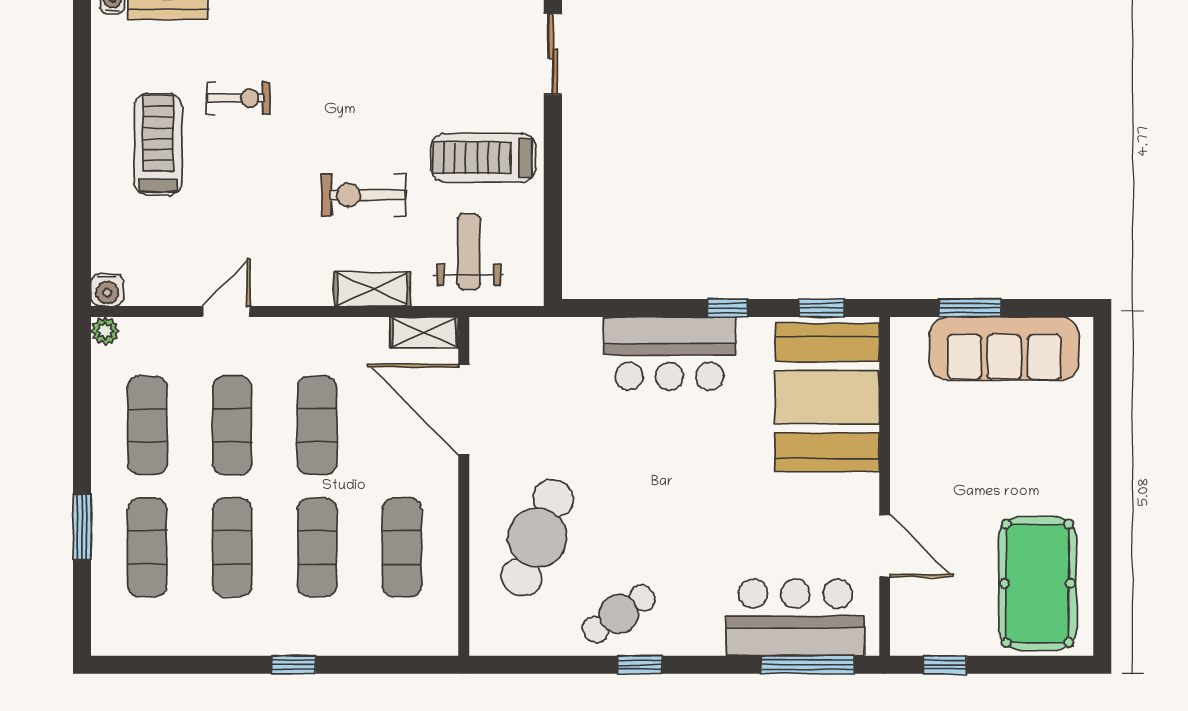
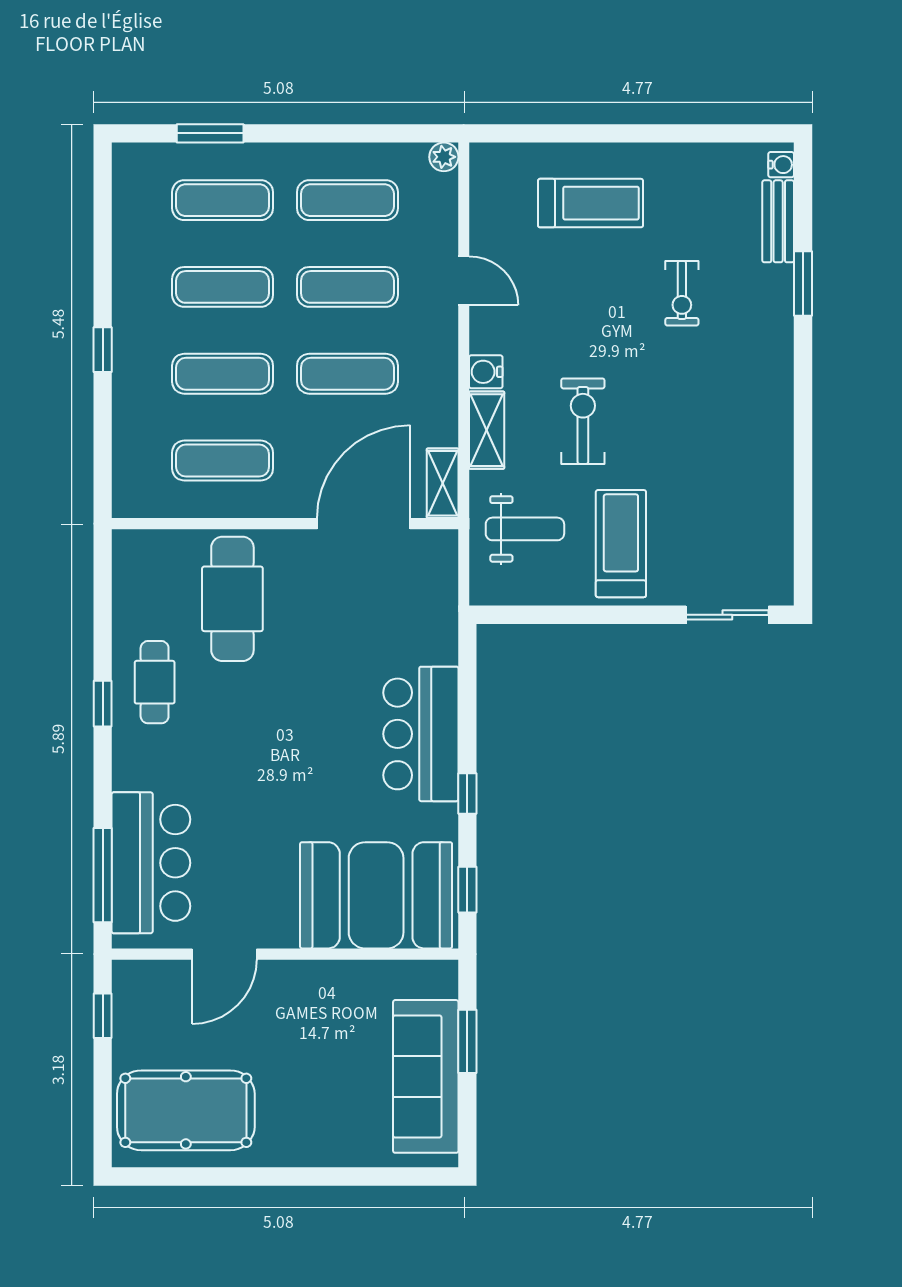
treadmill: (158, 144) -> (591, 203), moved
water cooler: (107, 290) -> (486, 372), moved
window: (82, 527) -> (210, 133), moved
cafe table: (537, 538) -> (232, 599), turned 68
cafe table: (619, 614) -> (155, 682), turned 34

